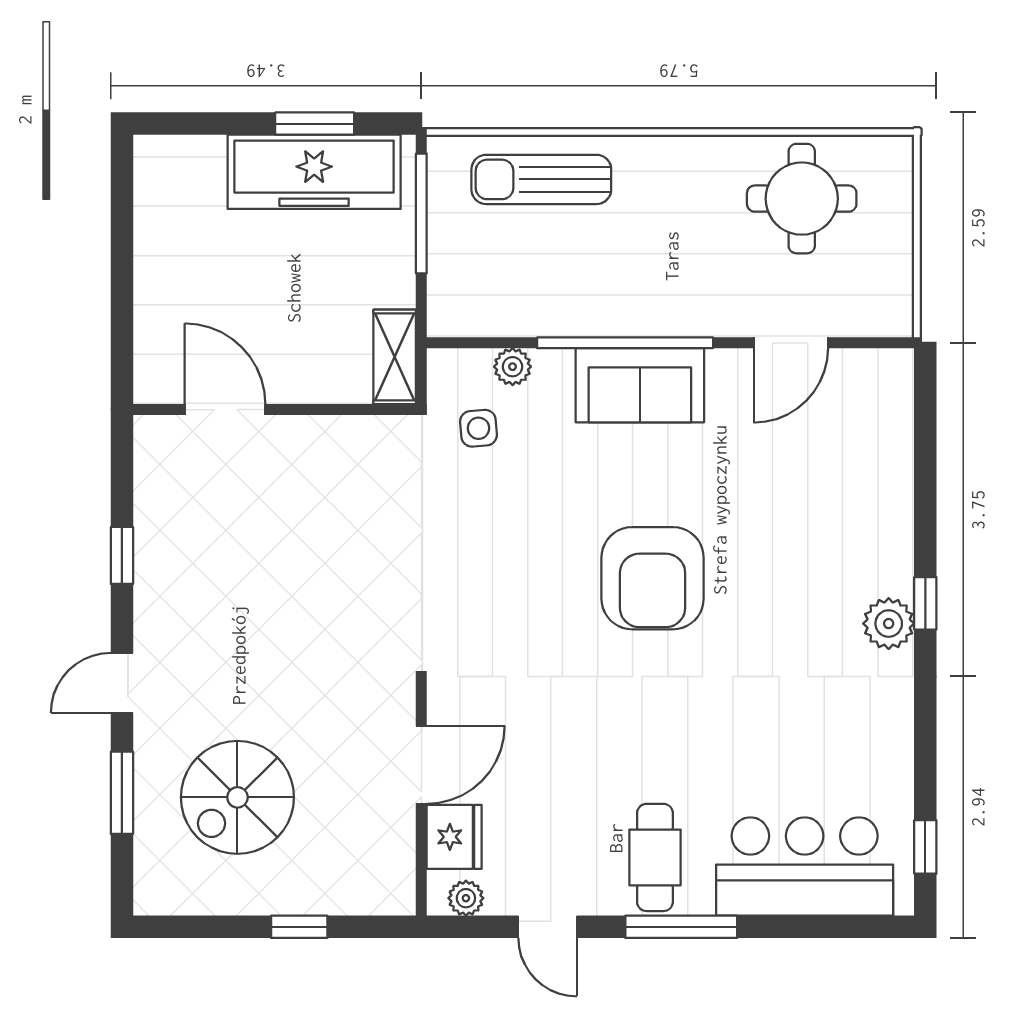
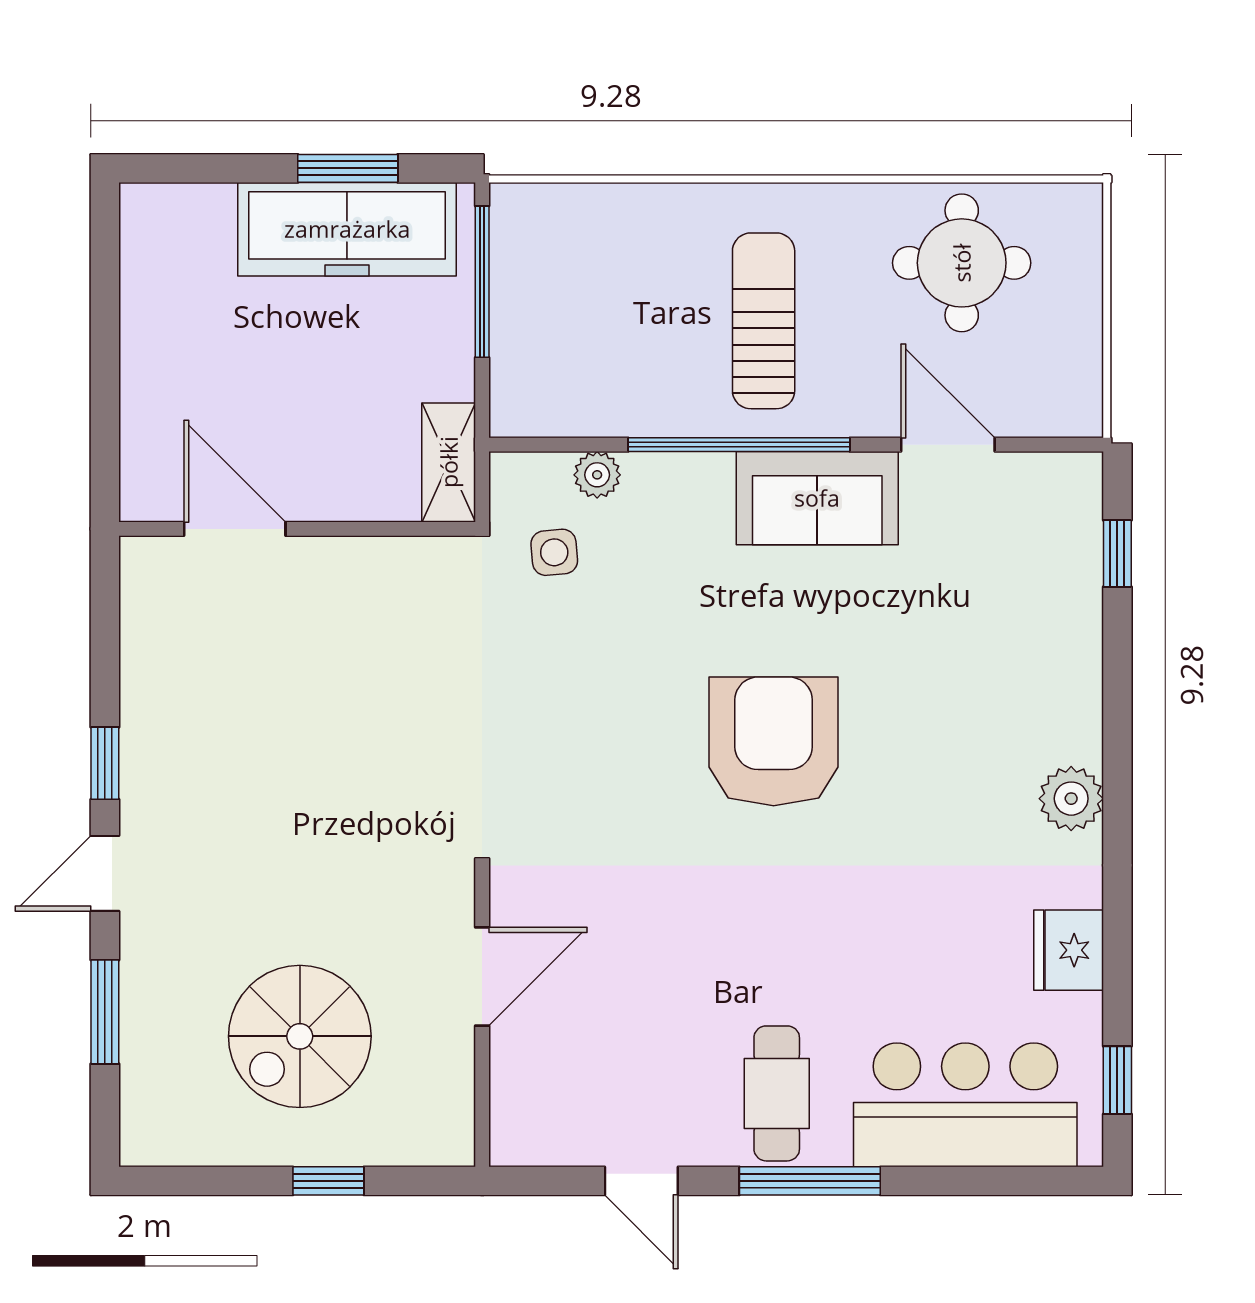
sun lounger: (541, 179) -> (764, 321), moved, turned 90
door: (791, 343) -> (948, 445), swing flipped
sofa: (640, 385) -> (817, 498), moved
window: (122, 555) -> (105, 763), moved
armchair: (653, 578) -> (774, 741), turned 180
window: (925, 603) -> (1117, 553), moved
spiral stairs: (237, 797) -> (300, 1036), moved
fridge: (454, 837) -> (1069, 950), moved, turned 180
plant: (466, 898) -> (538, 1145), removed

